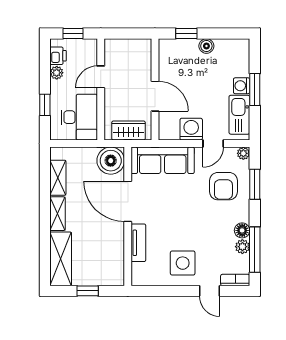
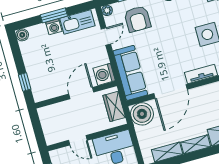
boiler: (206, 46) -> (22, 35), moved
washing machine: (191, 129) -> (104, 74), moved
door: (213, 144) -> (106, 36), hinge flipped
armchair: (223, 186) -> (137, 19), turned 90

